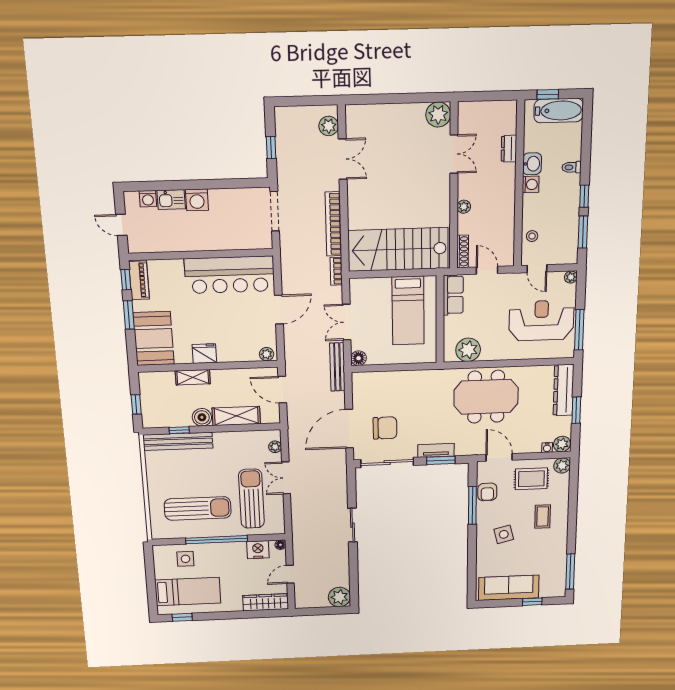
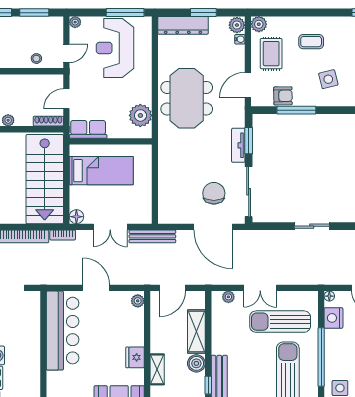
floor lamp: (359, 358) -> (76, 217), moved

